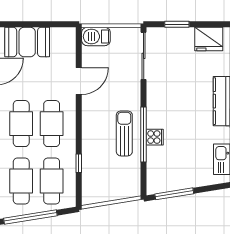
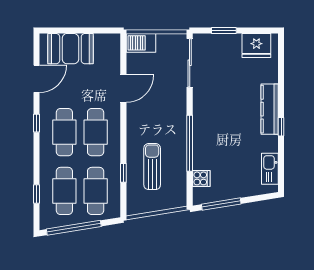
sun lounger: (124, 133) -> (152, 167), moved
cooker: (155, 137) -> (201, 178), moved

